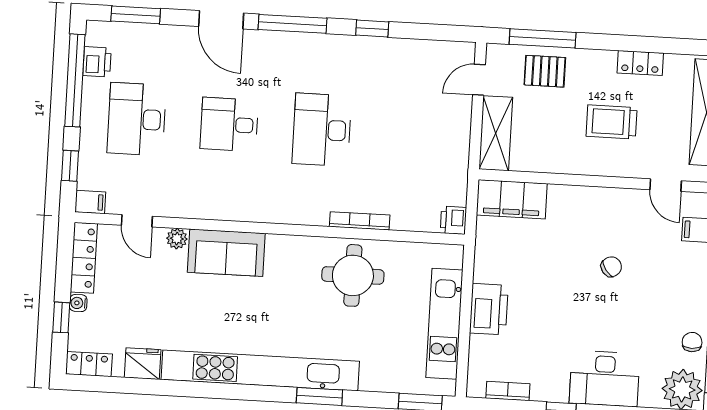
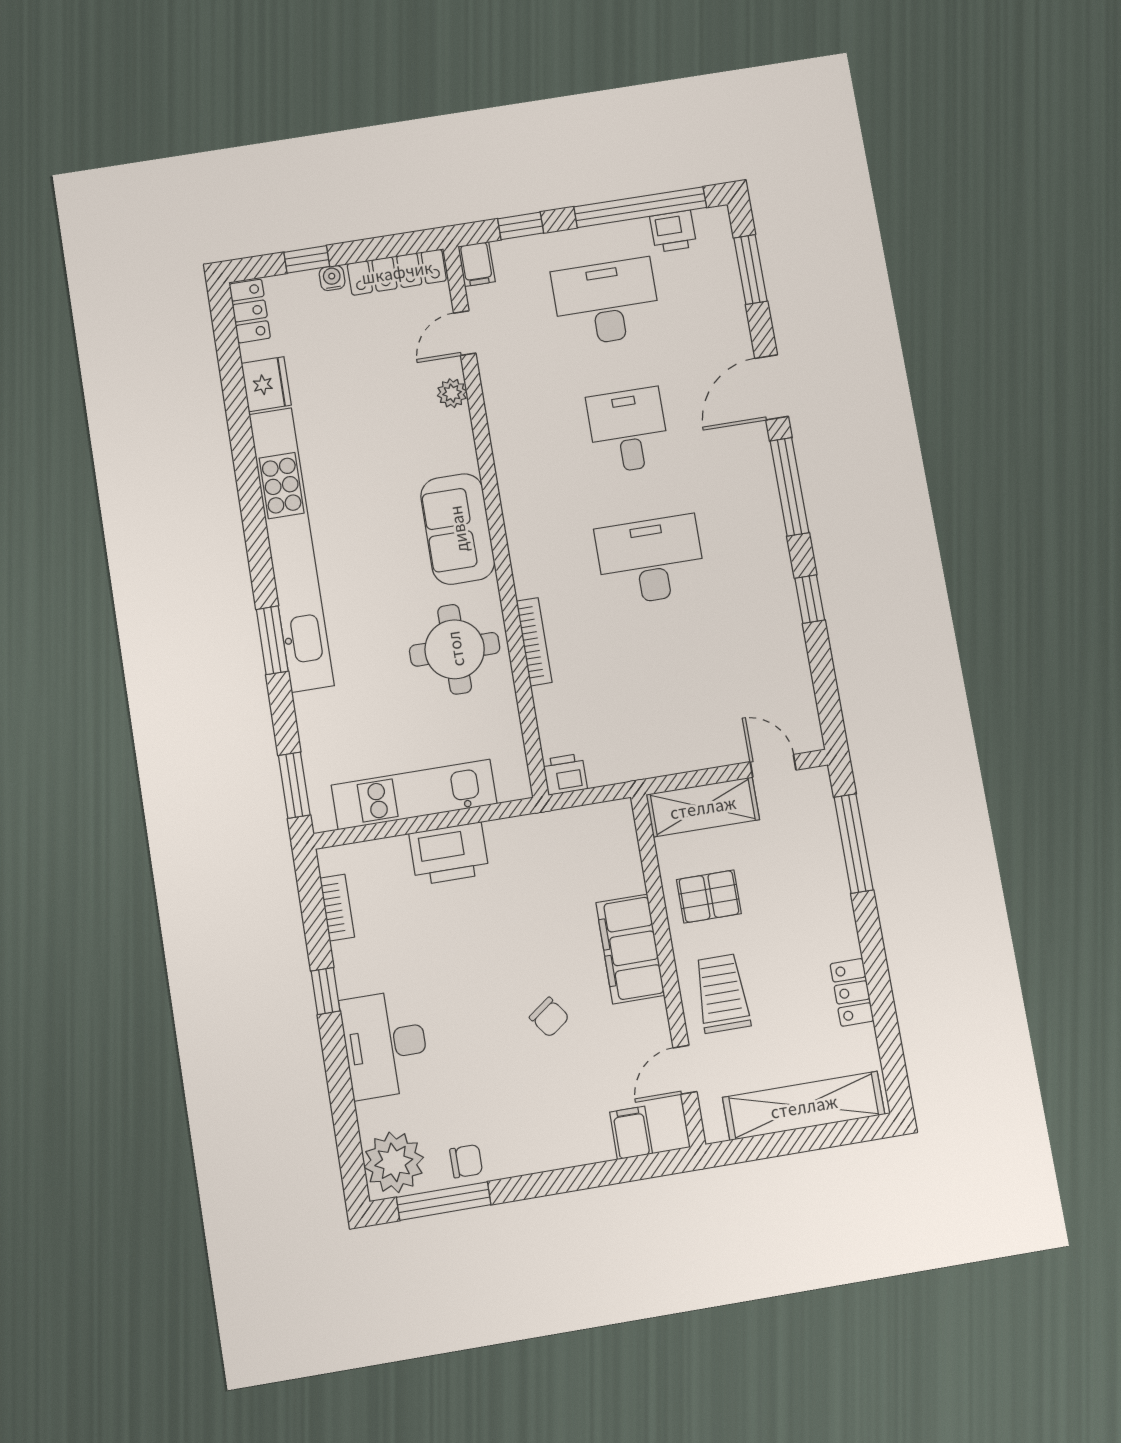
pallet: (545, 71) -> (709, 897), moved, turned 90
trolley: (612, 122) -> (722, 993), moved
filing cabinet: (512, 199) -> (630, 949), moved
sofa: (226, 253) -> (458, 529), moved

